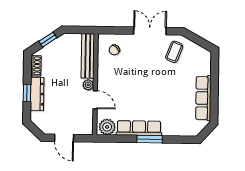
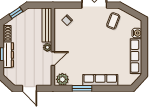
water cooler: (205, 68) -> (137, 33), added
door: (95, 100) -> (53, 59), hinge flipped
row of seats: (139, 128) -> (100, 80), moved
window: (150, 139) -> (82, 88), moved

